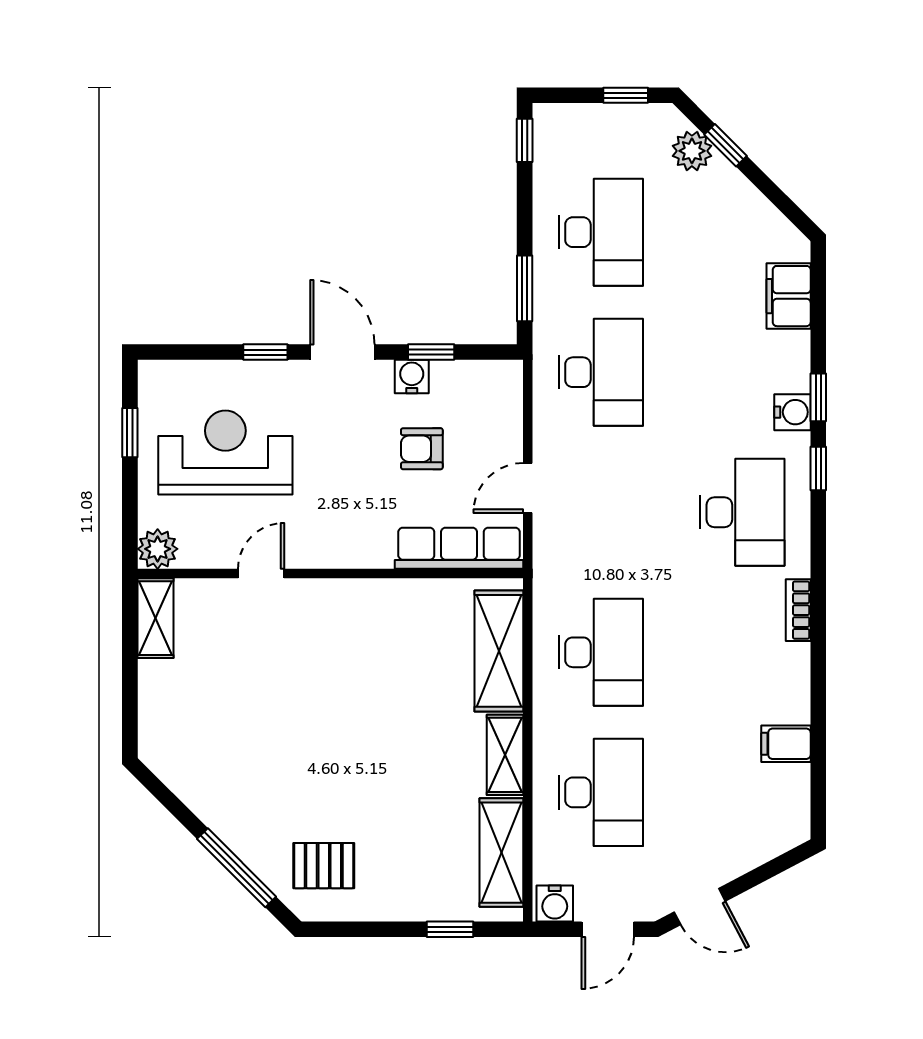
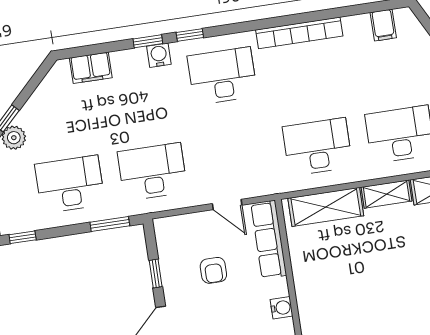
water cooler: (412, 377) -> (281, 308), moved, turned 180
bookcase: (798, 610) -> (299, 33), width x2.31, depth x1.31
filing cabinet: (786, 744) -> (383, 25), moved

